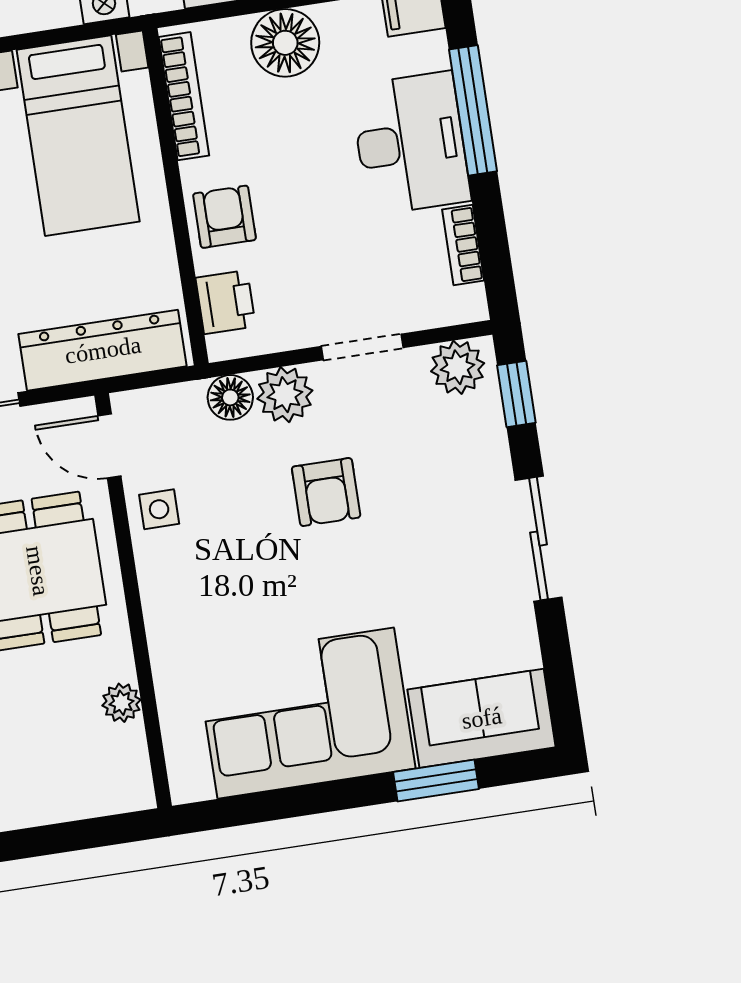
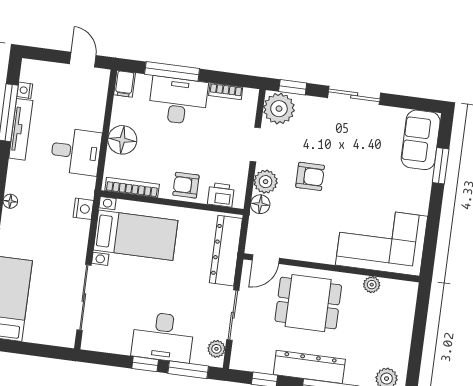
plant: (458, 367) -> (279, 109), width x1.36, depth x1.36
side table: (159, 509) -> (297, 246), removed
corner sofa: (306, 713) -> (382, 241), moved, turned 90

